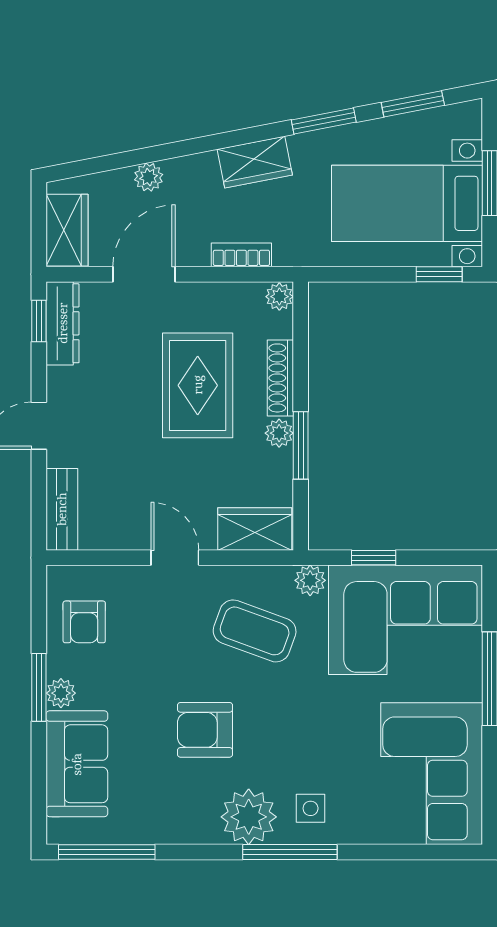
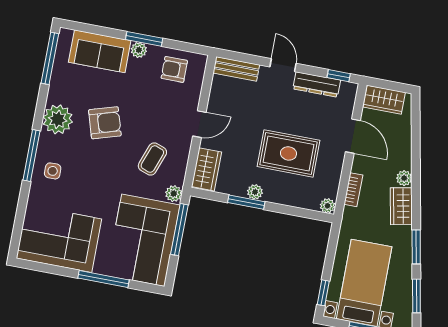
plant: (149, 177) -> (404, 178), moved
dresser: (63, 323) -> (317, 84), moved
shoe rack: (280, 378) -> (284, 198), removed
window: (374, 558) -> (179, 230), width x2.17
coffee table: (255, 631) -> (152, 159), width x0.73, depth x0.77
armchair: (205, 730) -> (105, 123), turned 73
plant: (249, 817) -> (58, 119), moved

